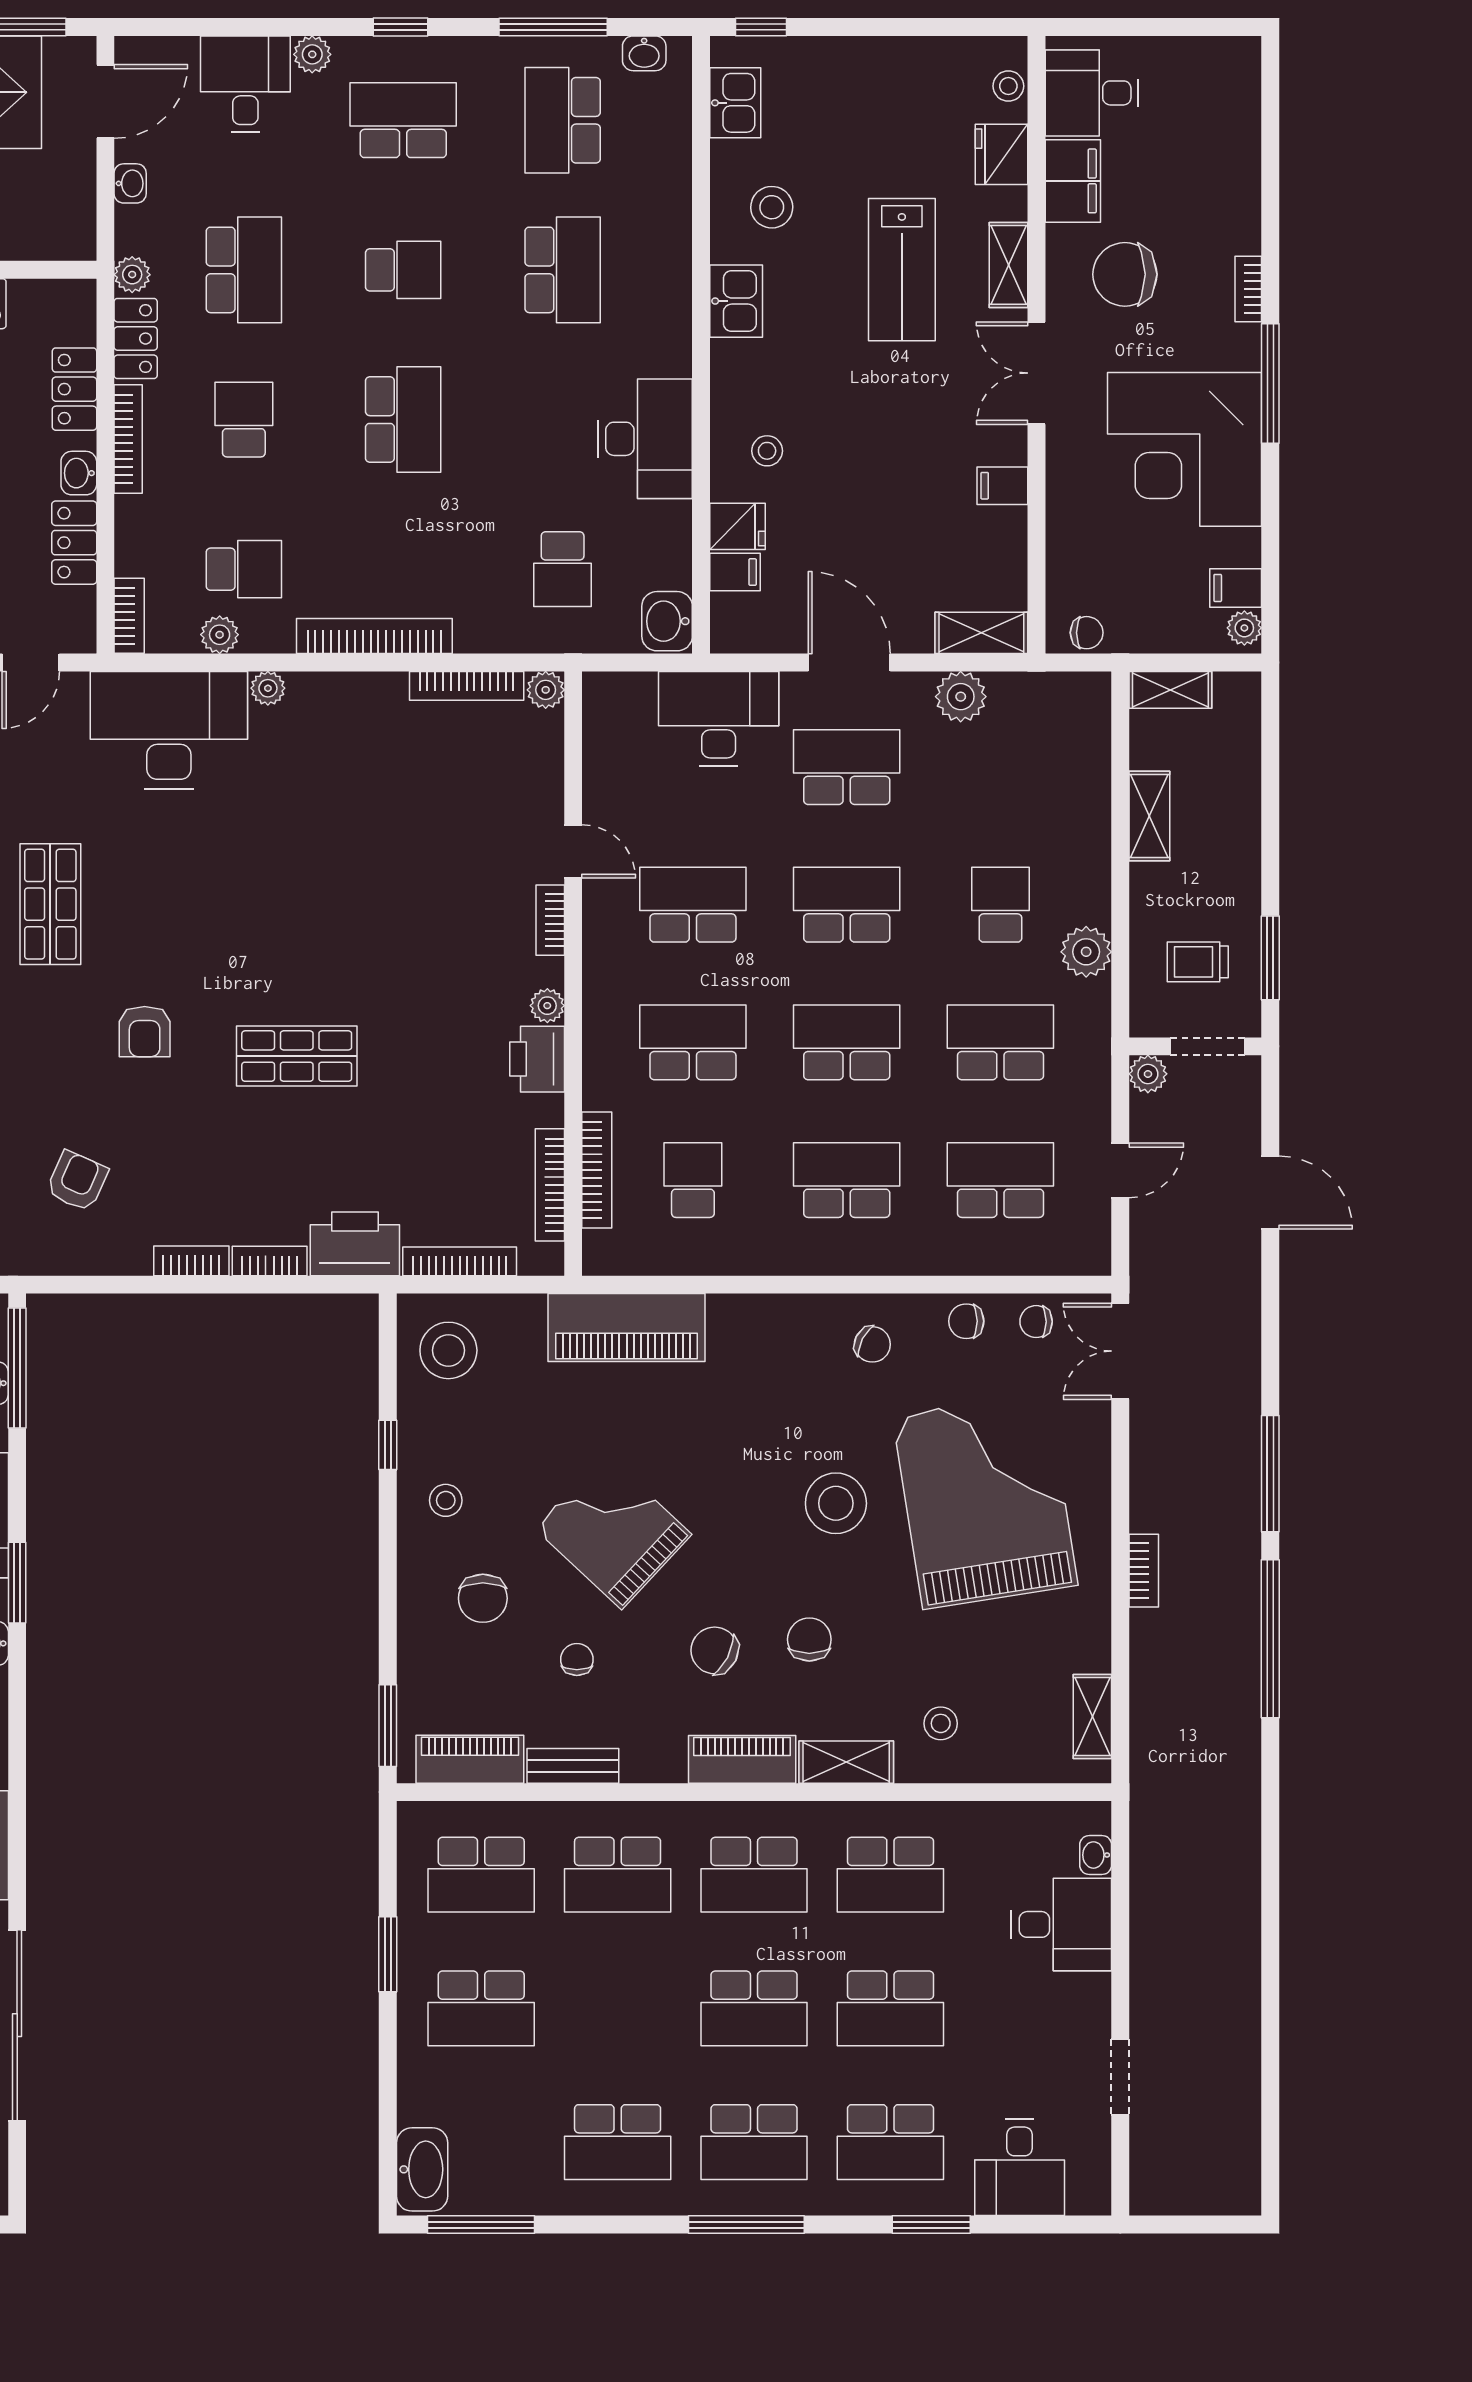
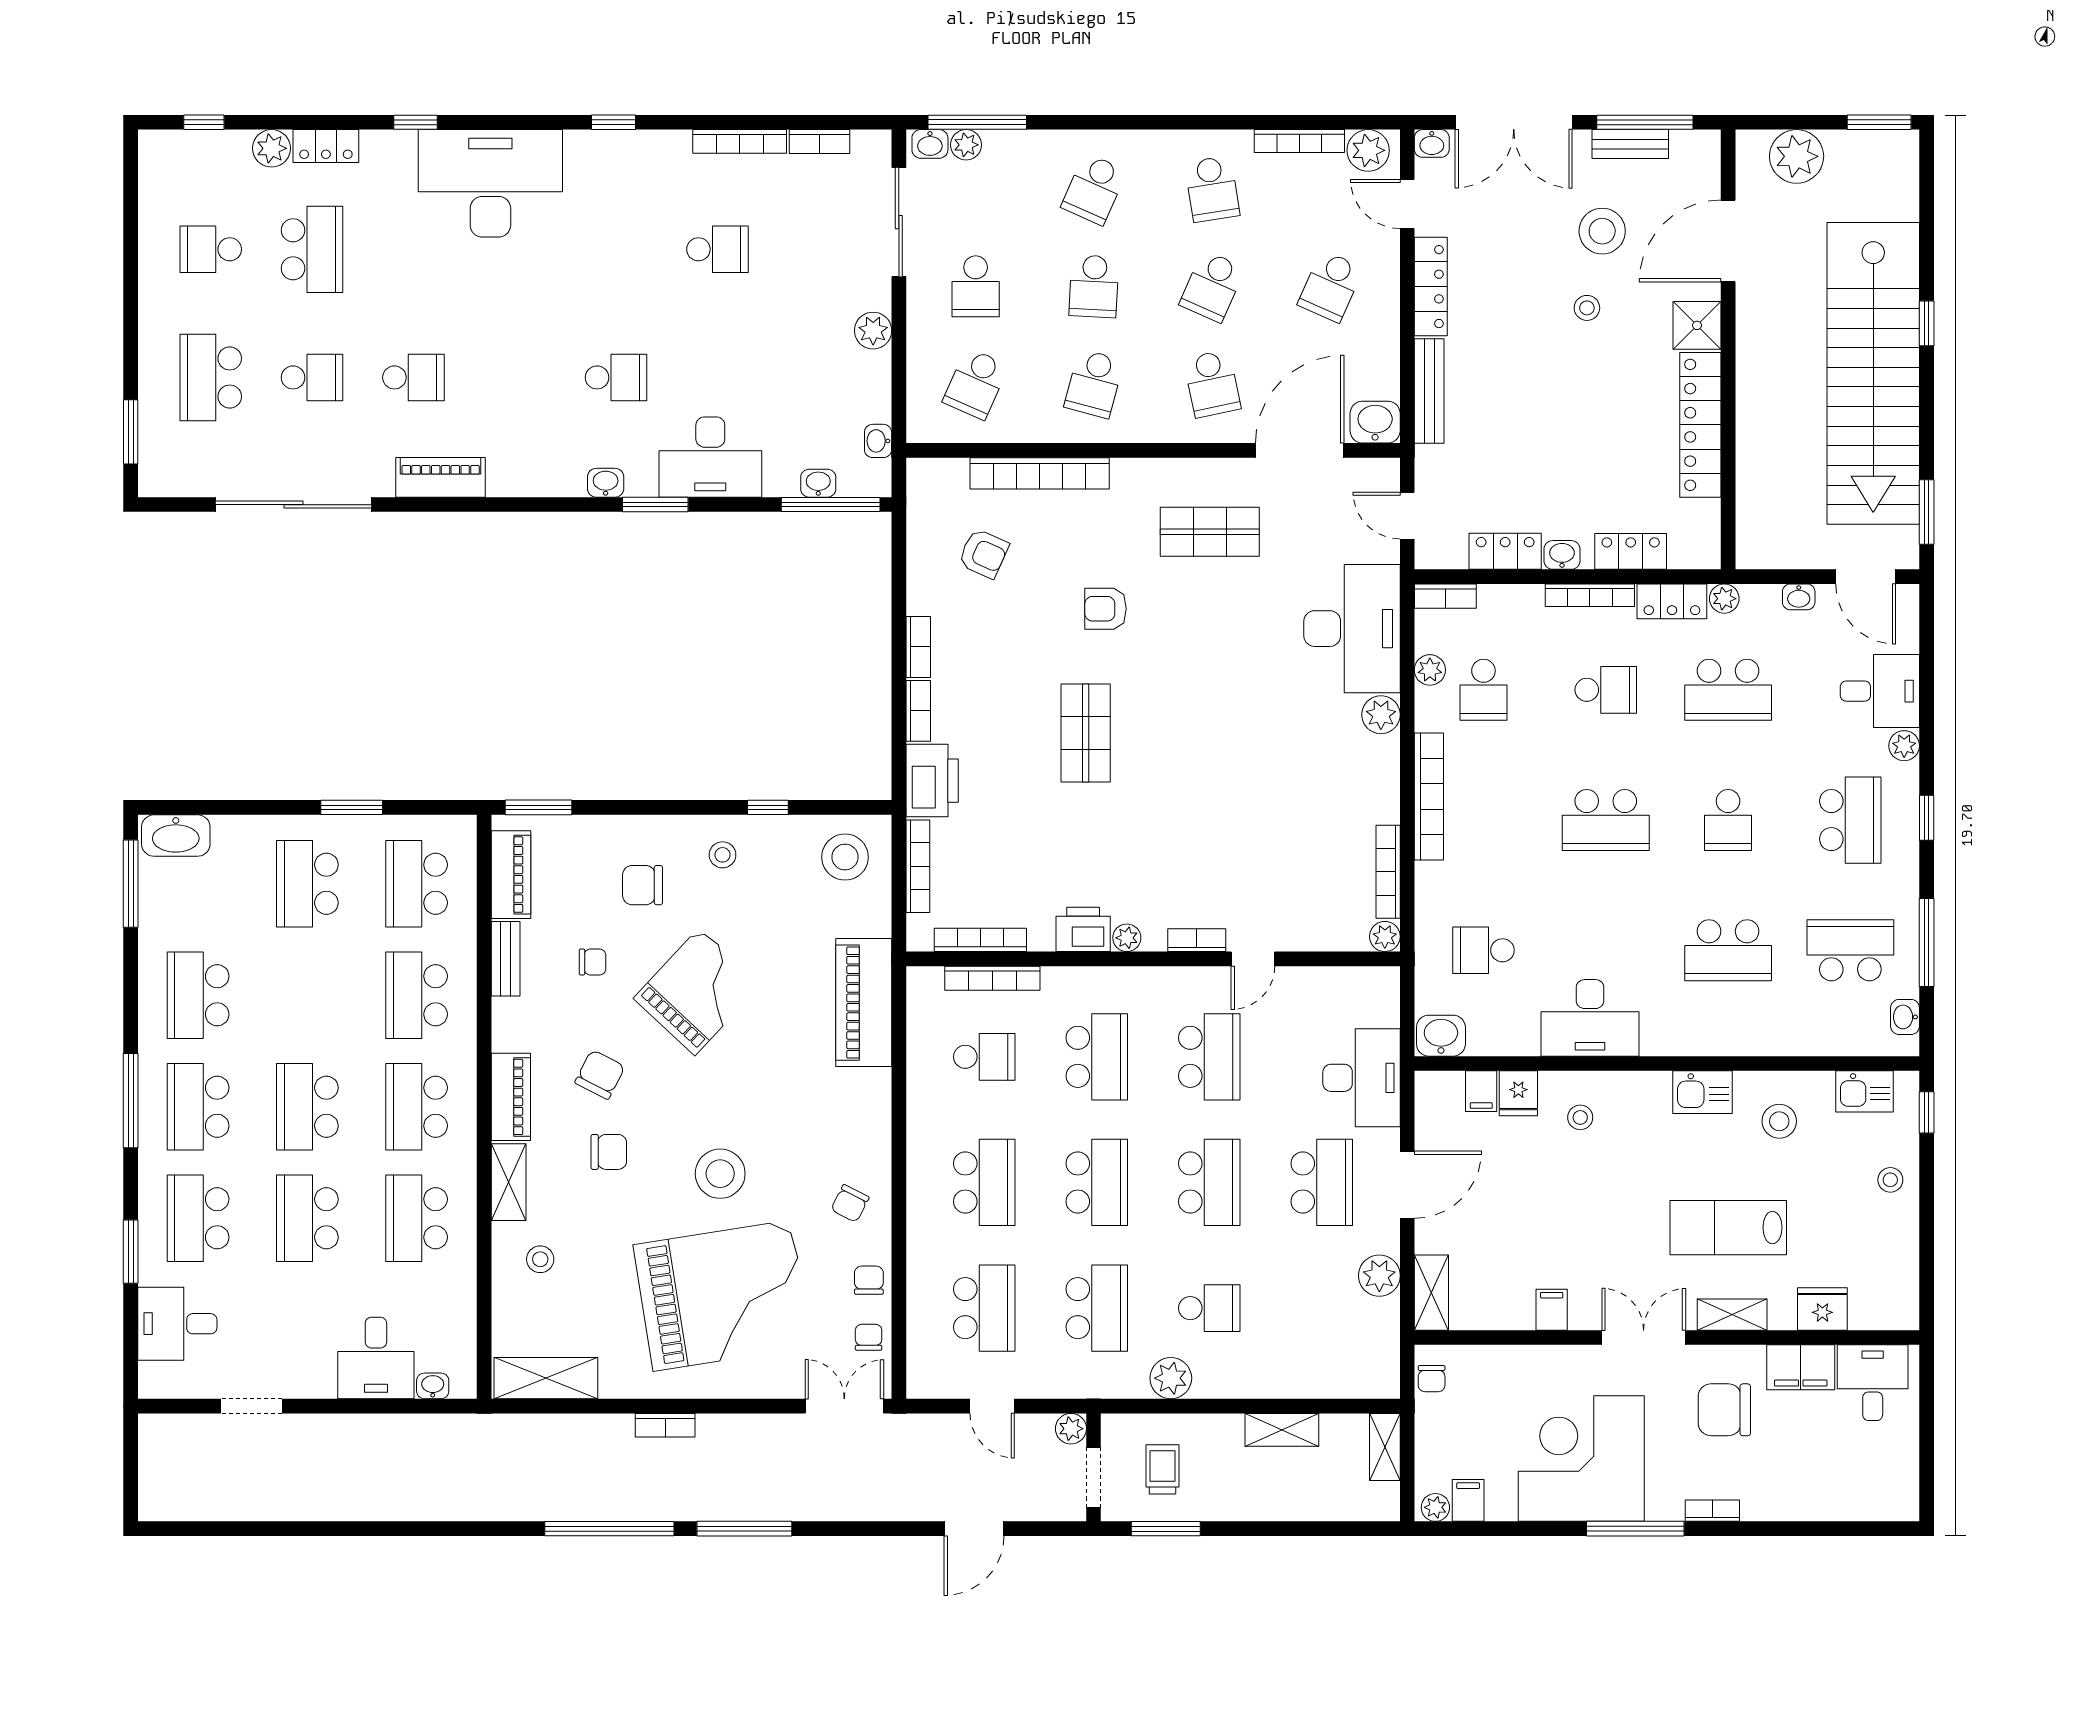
stool: (1008, 86) -> (1890, 1180), moved
chair: (1125, 274) -> (1724, 1410), turned -90
plant: (268, 688) -> (1381, 715), width x1.38, depth x1.38
shelving: (1092, 1716) -> (546, 1378), width x1.50, depth x1.33

